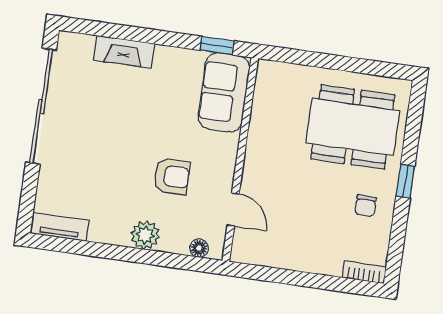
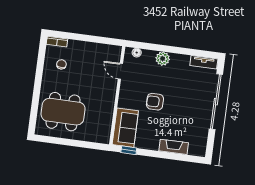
sliding door: (41, 106) -> (216, 102), moved
armchair: (172, 176) -> (155, 102), moved
window: (405, 181) -> (37, 86), removed
chair: (366, 206) -> (61, 64), moved

